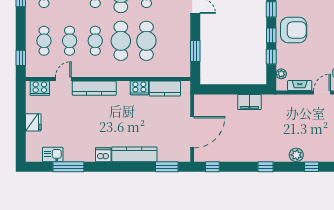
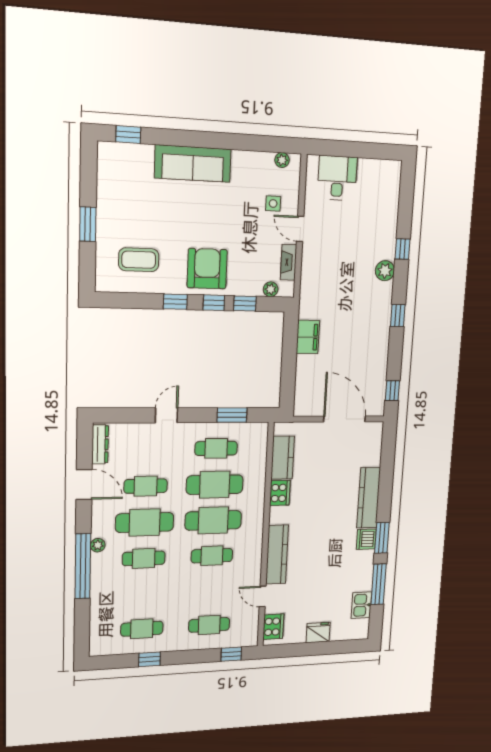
cafe table: (70, 41) -> (216, 448), moved
window: (167, 167) -> (382, 538), moved

